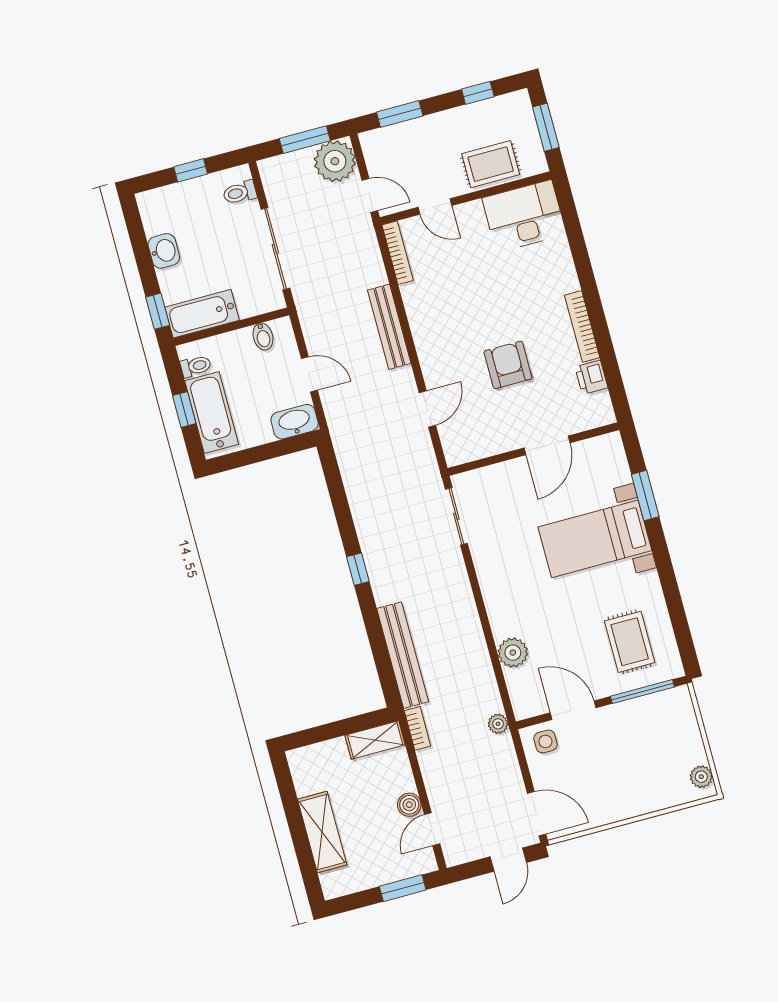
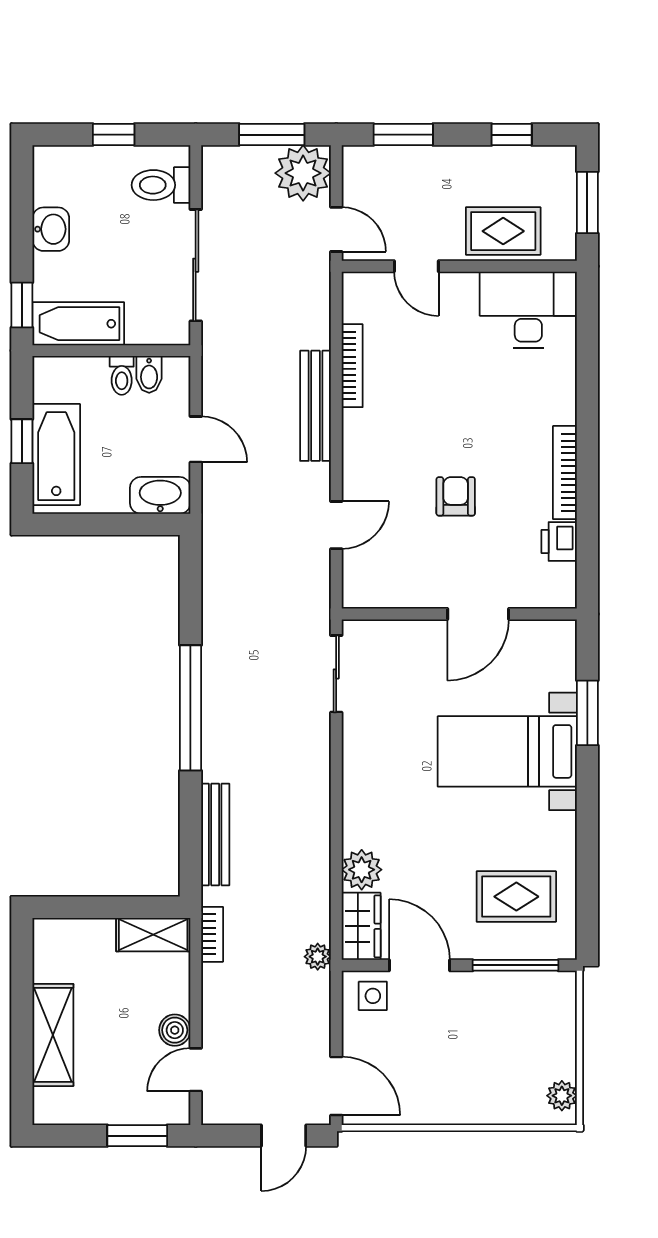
toilet: (240, 192) -> (161, 185), width x1.37, depth x1.39
bookcase: (398, 253) -> (352, 366), moved
armchair: (508, 365) -> (456, 496), width x0.72, depth x0.72
toilet: (196, 366) -> (122, 375), moved, turned 90
window: (358, 569) -> (190, 708), width x3.17
rug: (630, 642) -> (516, 897), turned 90
bench: (403, 655) -> (215, 835), width x0.73, depth x0.82
wardrobe: (523, 694) -> (361, 926), added

